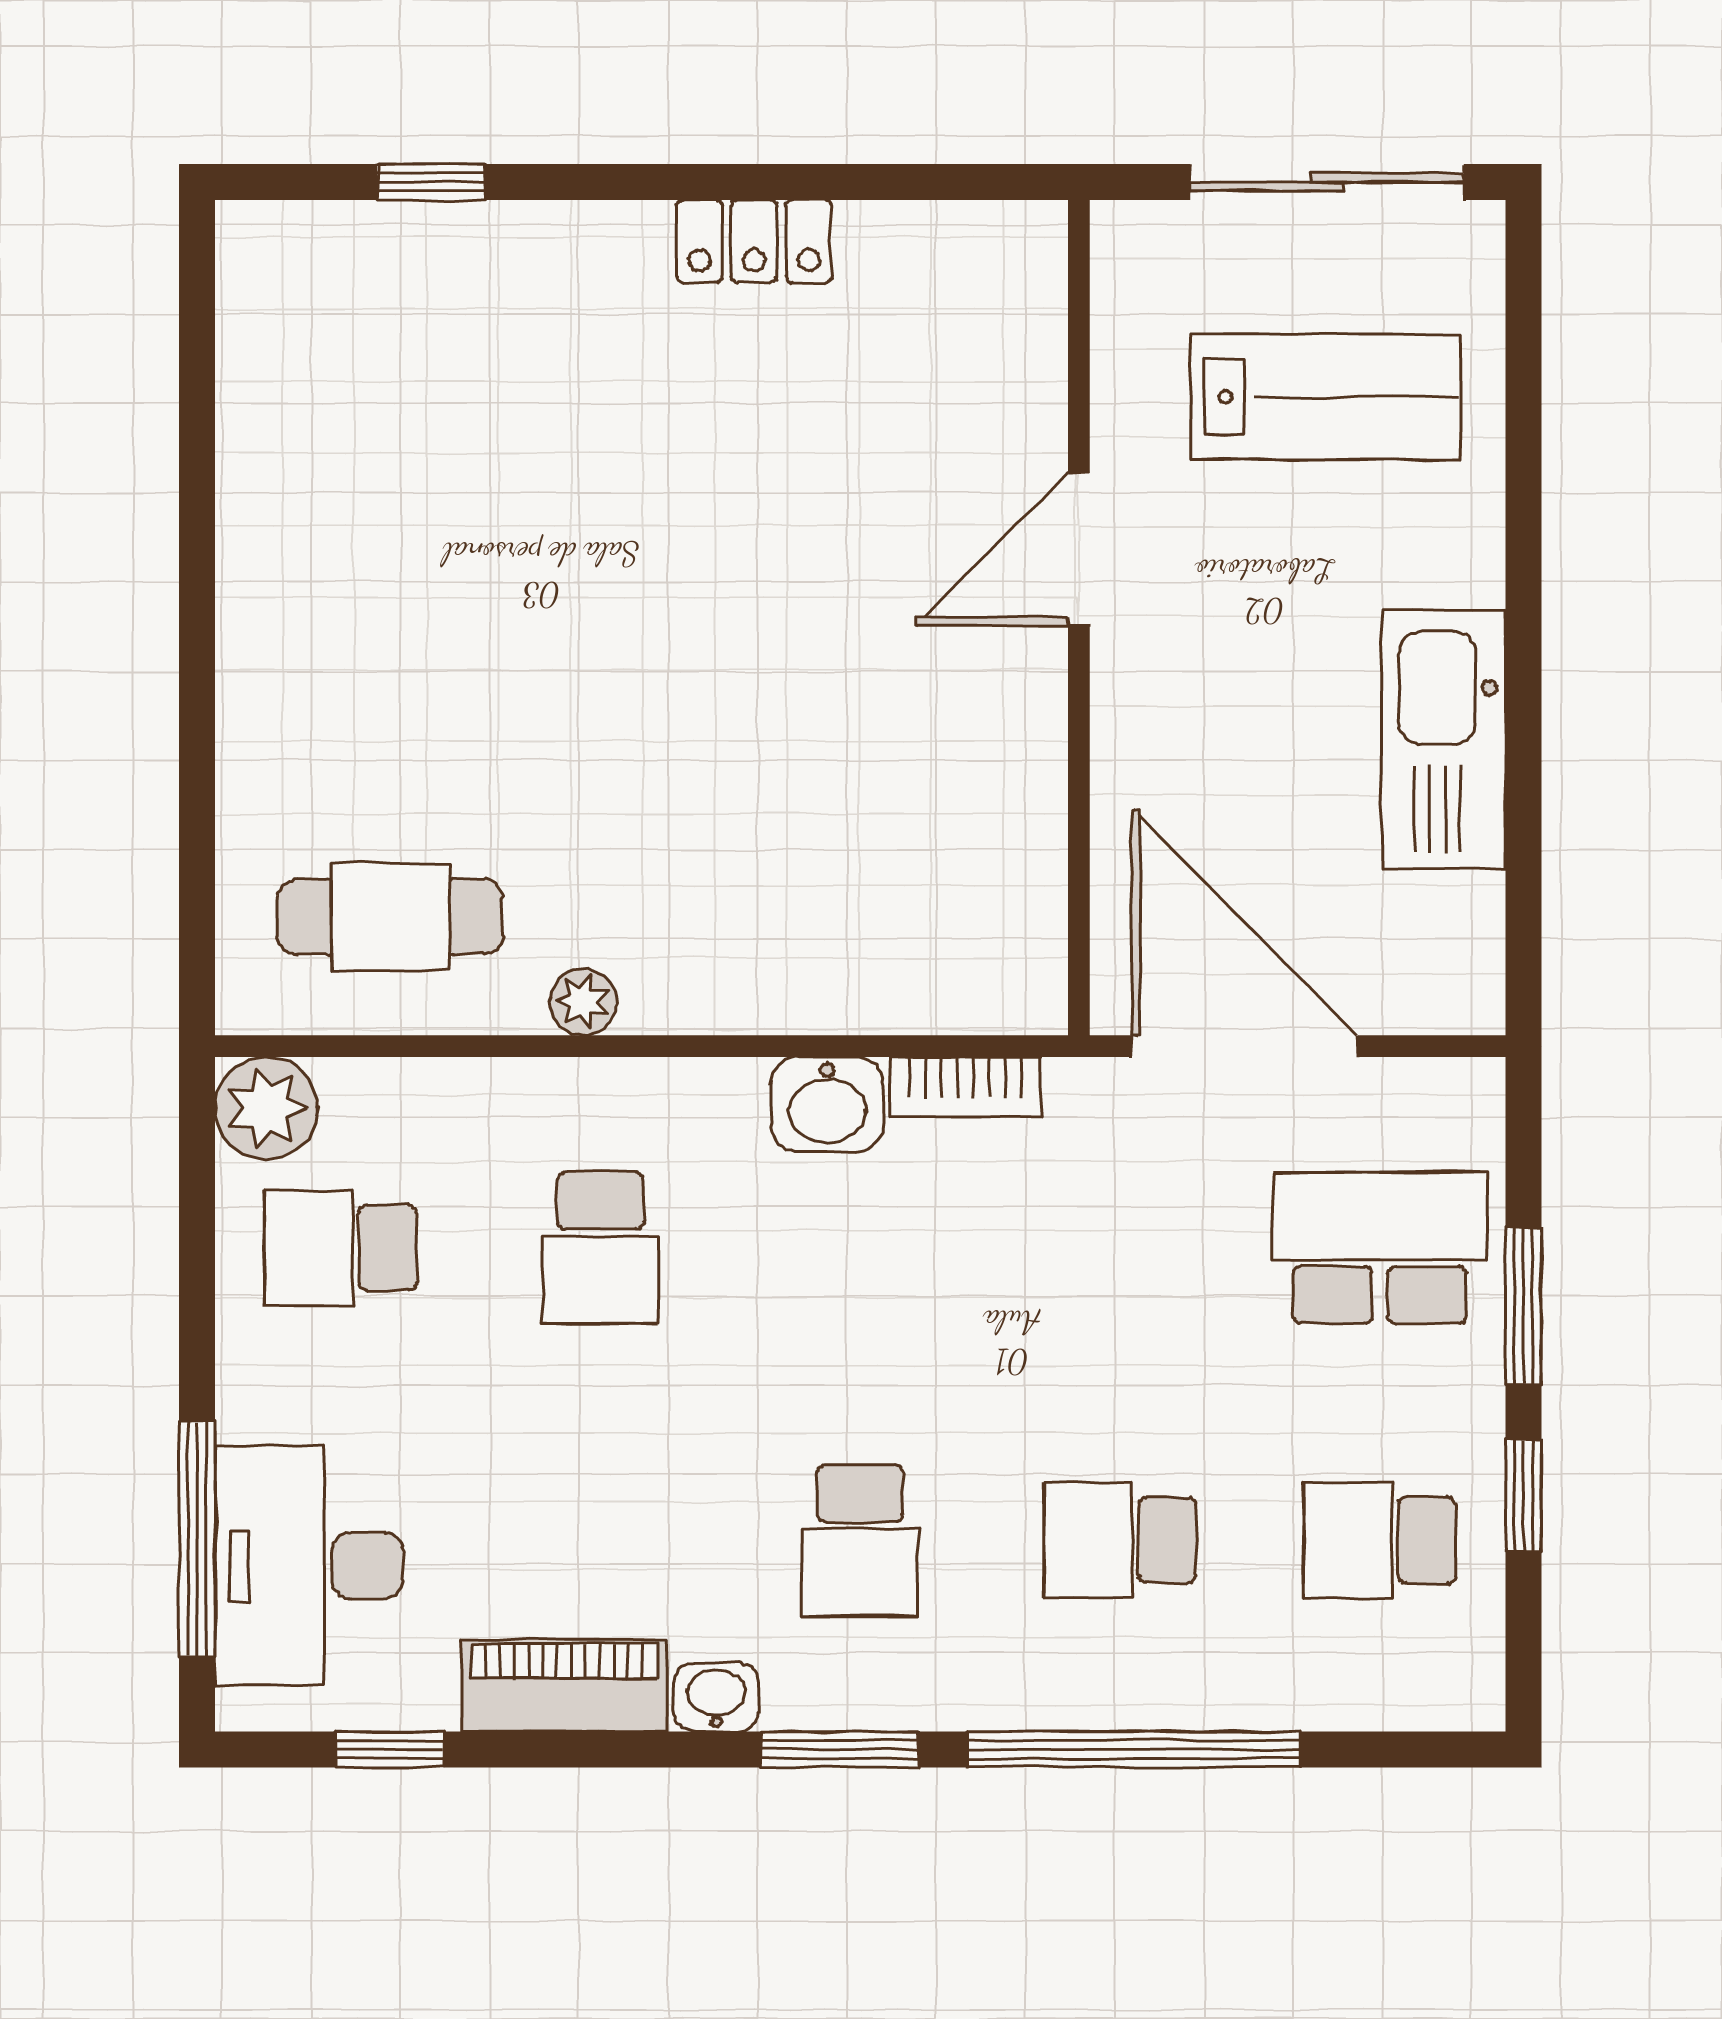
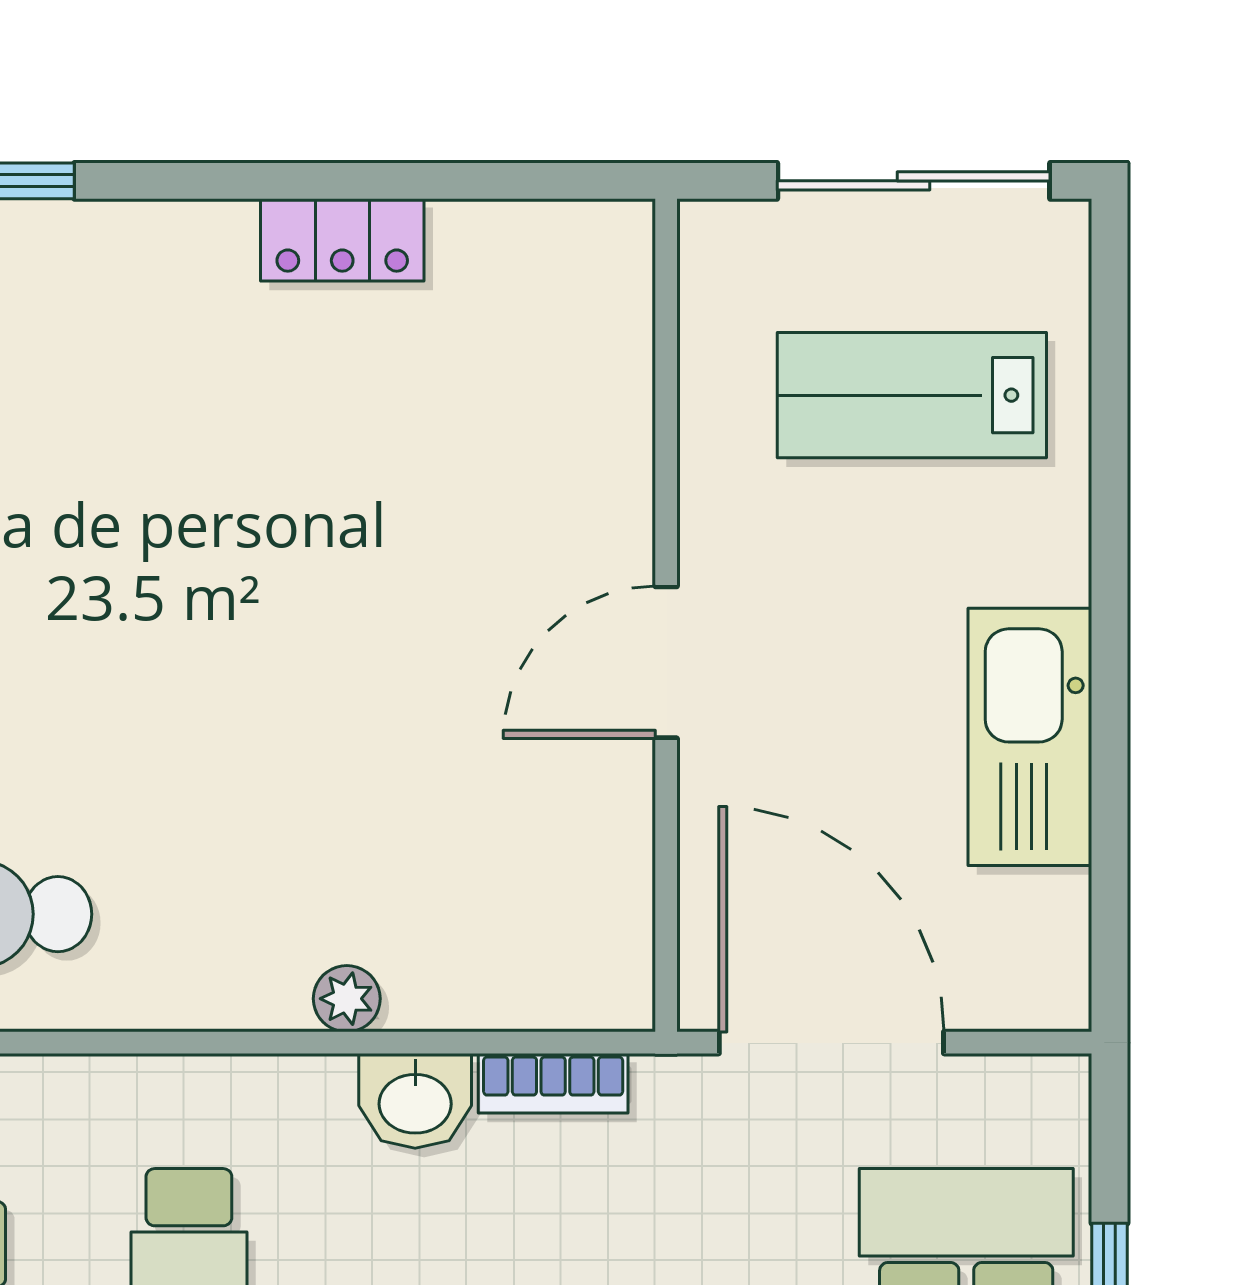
lab bench: (1325, 397) -> (912, 395), turned 180
door: (1079, 549) -> (666, 662), moved
plant: (583, 1002) -> (347, 999), moved

